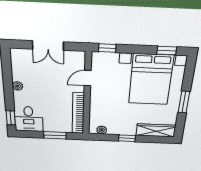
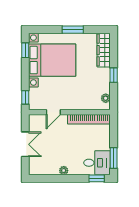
door: (88, 78) -> (53, 112), hinge flipped
window: (55, 135) -> (114, 158), moved

